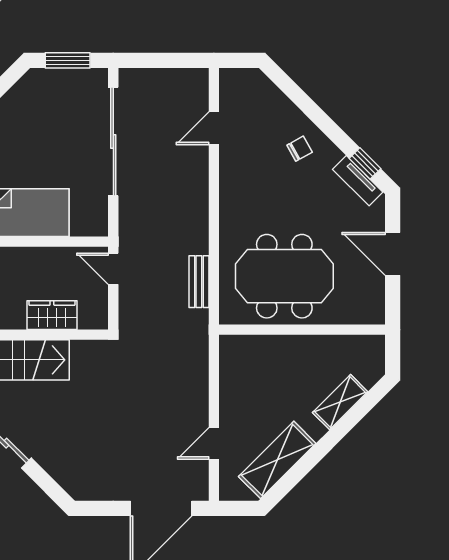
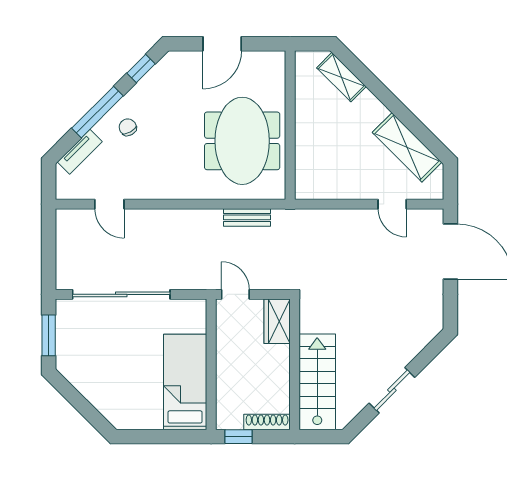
window: (316, 115) -> (97, 112), added
tv unit: (358, 181) -> (80, 152), moved
door: (113, 269) -> (235, 294), swing flipped
wardrobe: (52, 315) -> (277, 321), moved
shelving: (340, 402) -> (341, 77), moved

